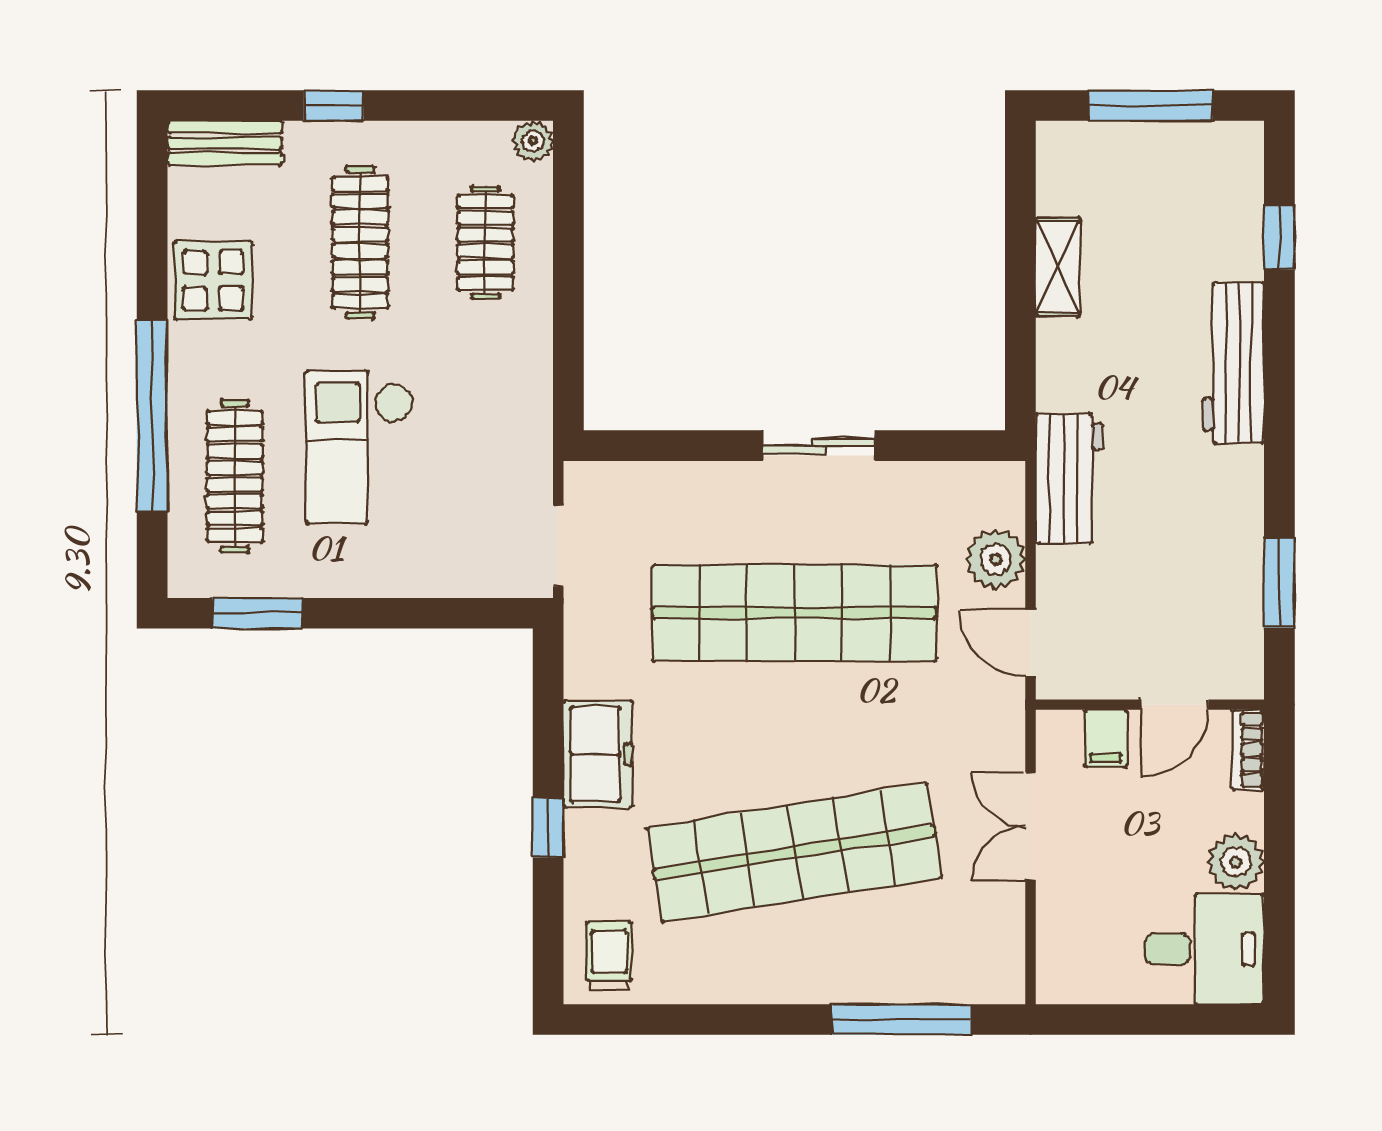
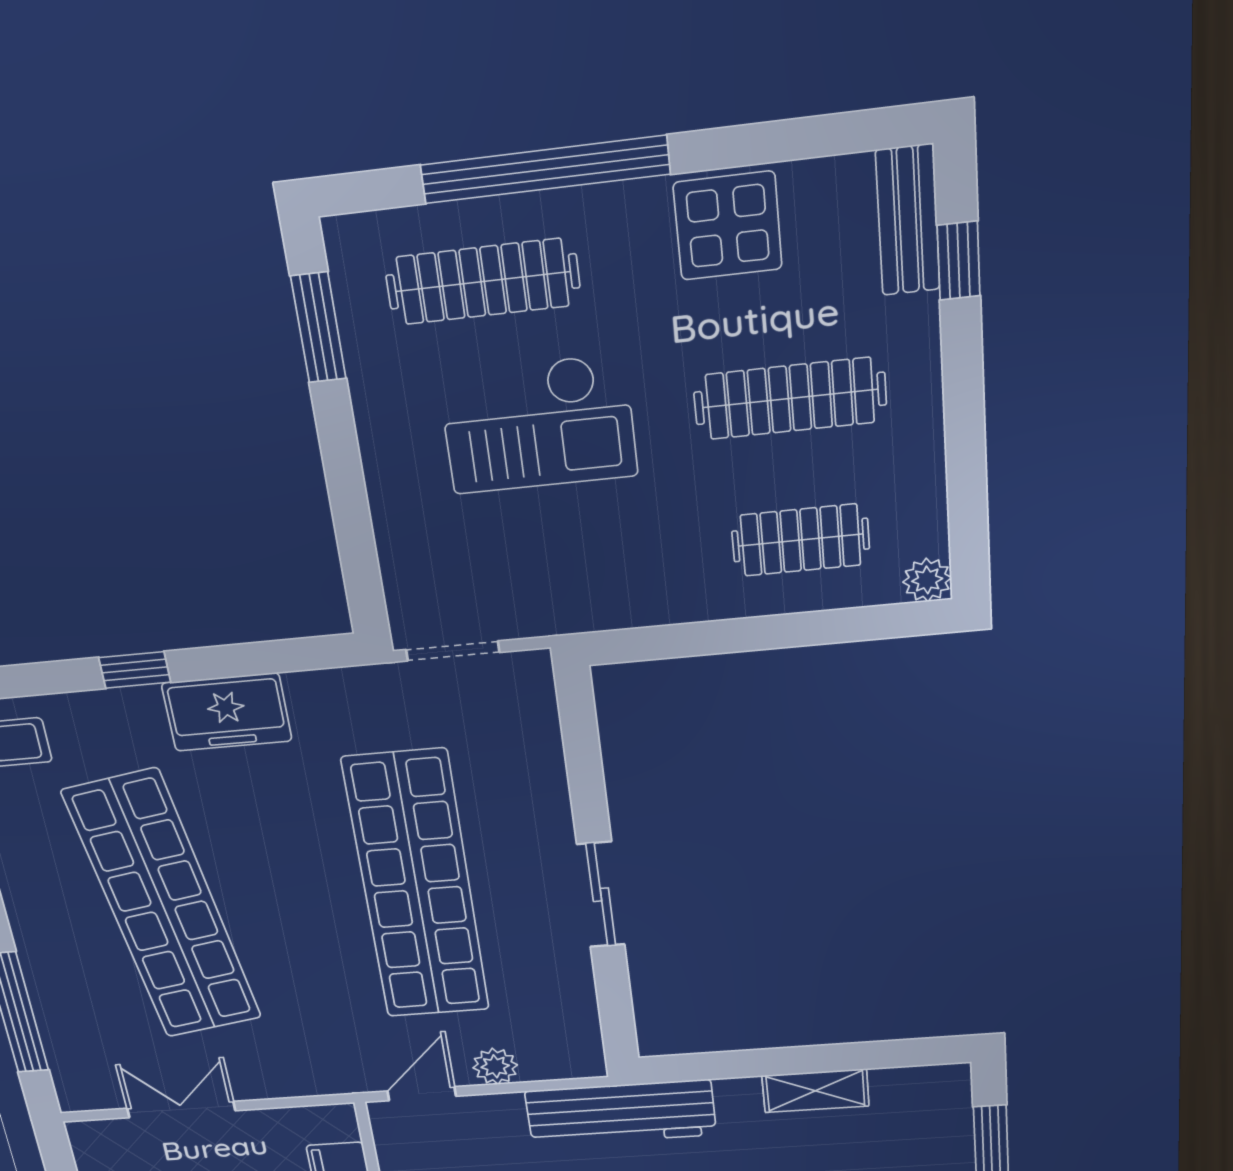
window: (334, 105) -> (959, 261), moved
checkout: (359, 447) -> (538, 424), turned 180
workbench: (1069, 478) -> (621, 1113), width x1.38
plant: (996, 559) -> (495, 1066), width x0.73, depth x0.73
double door: (1030, 826) -> (181, 1109), moved

